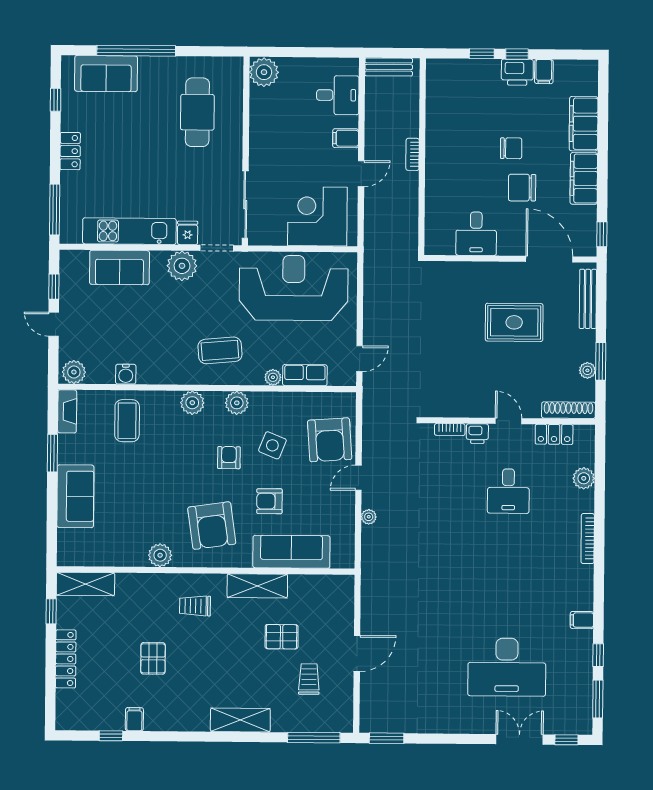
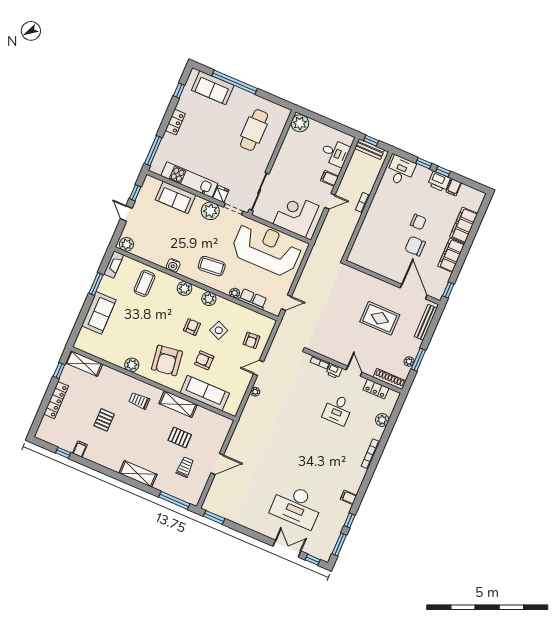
window: (385, 53) -> (371, 141), added
desk: (476, 234) -> (401, 171), moved, turned 180
water cooler: (126, 374) -> (173, 265), moved
armchair: (330, 440) -> (251, 340), width x0.53, depth x0.53

